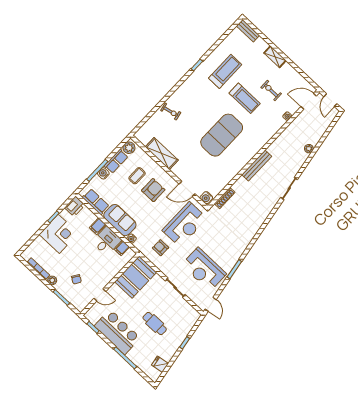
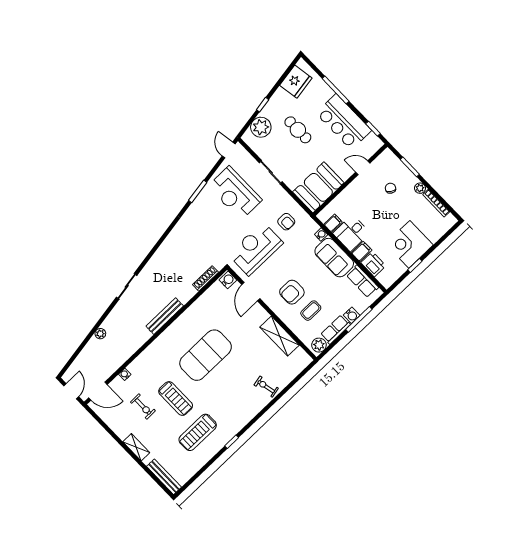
bench: (248, 31) -> (164, 477), width x1.36
treadmill: (245, 98) -> (176, 399), turned 180
door: (187, 189) -> (251, 292), swing flipped
printer: (75, 206) -> (373, 264), moved, turned 90
reception desk: (204, 269) -> (235, 193), turned 180
plant: (185, 324) -> (261, 127), added
fridge: (160, 364) -> (296, 82), width x1.88, depth x1.34

